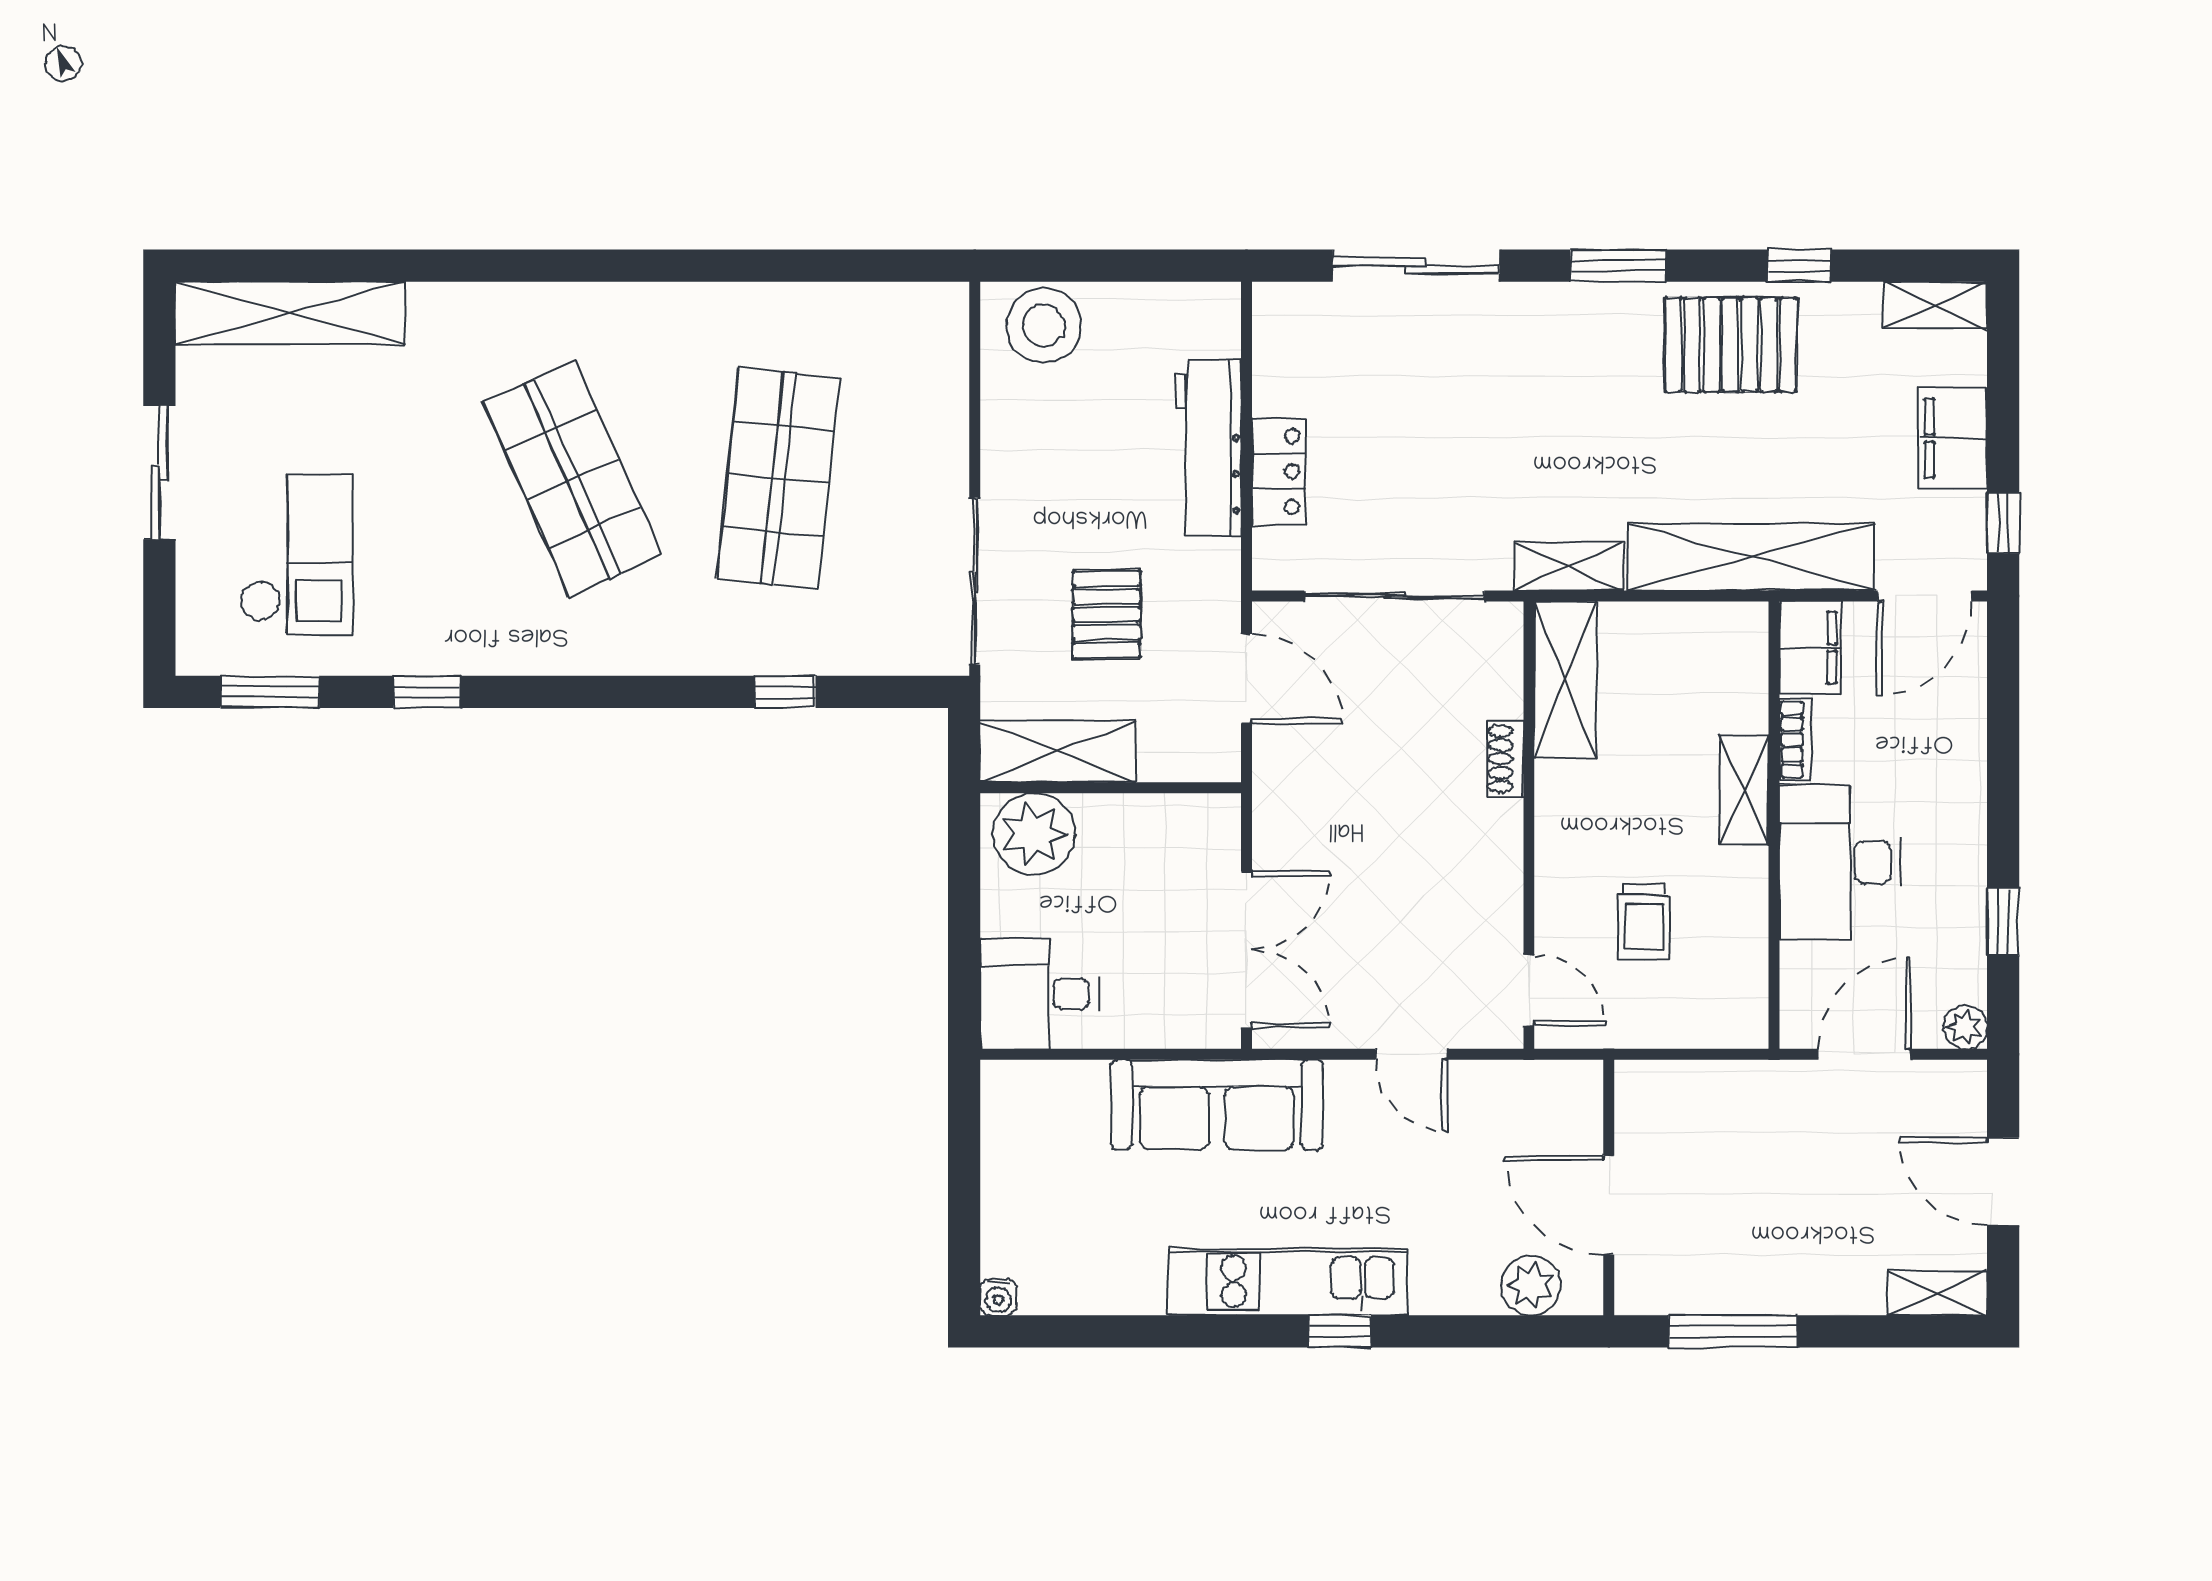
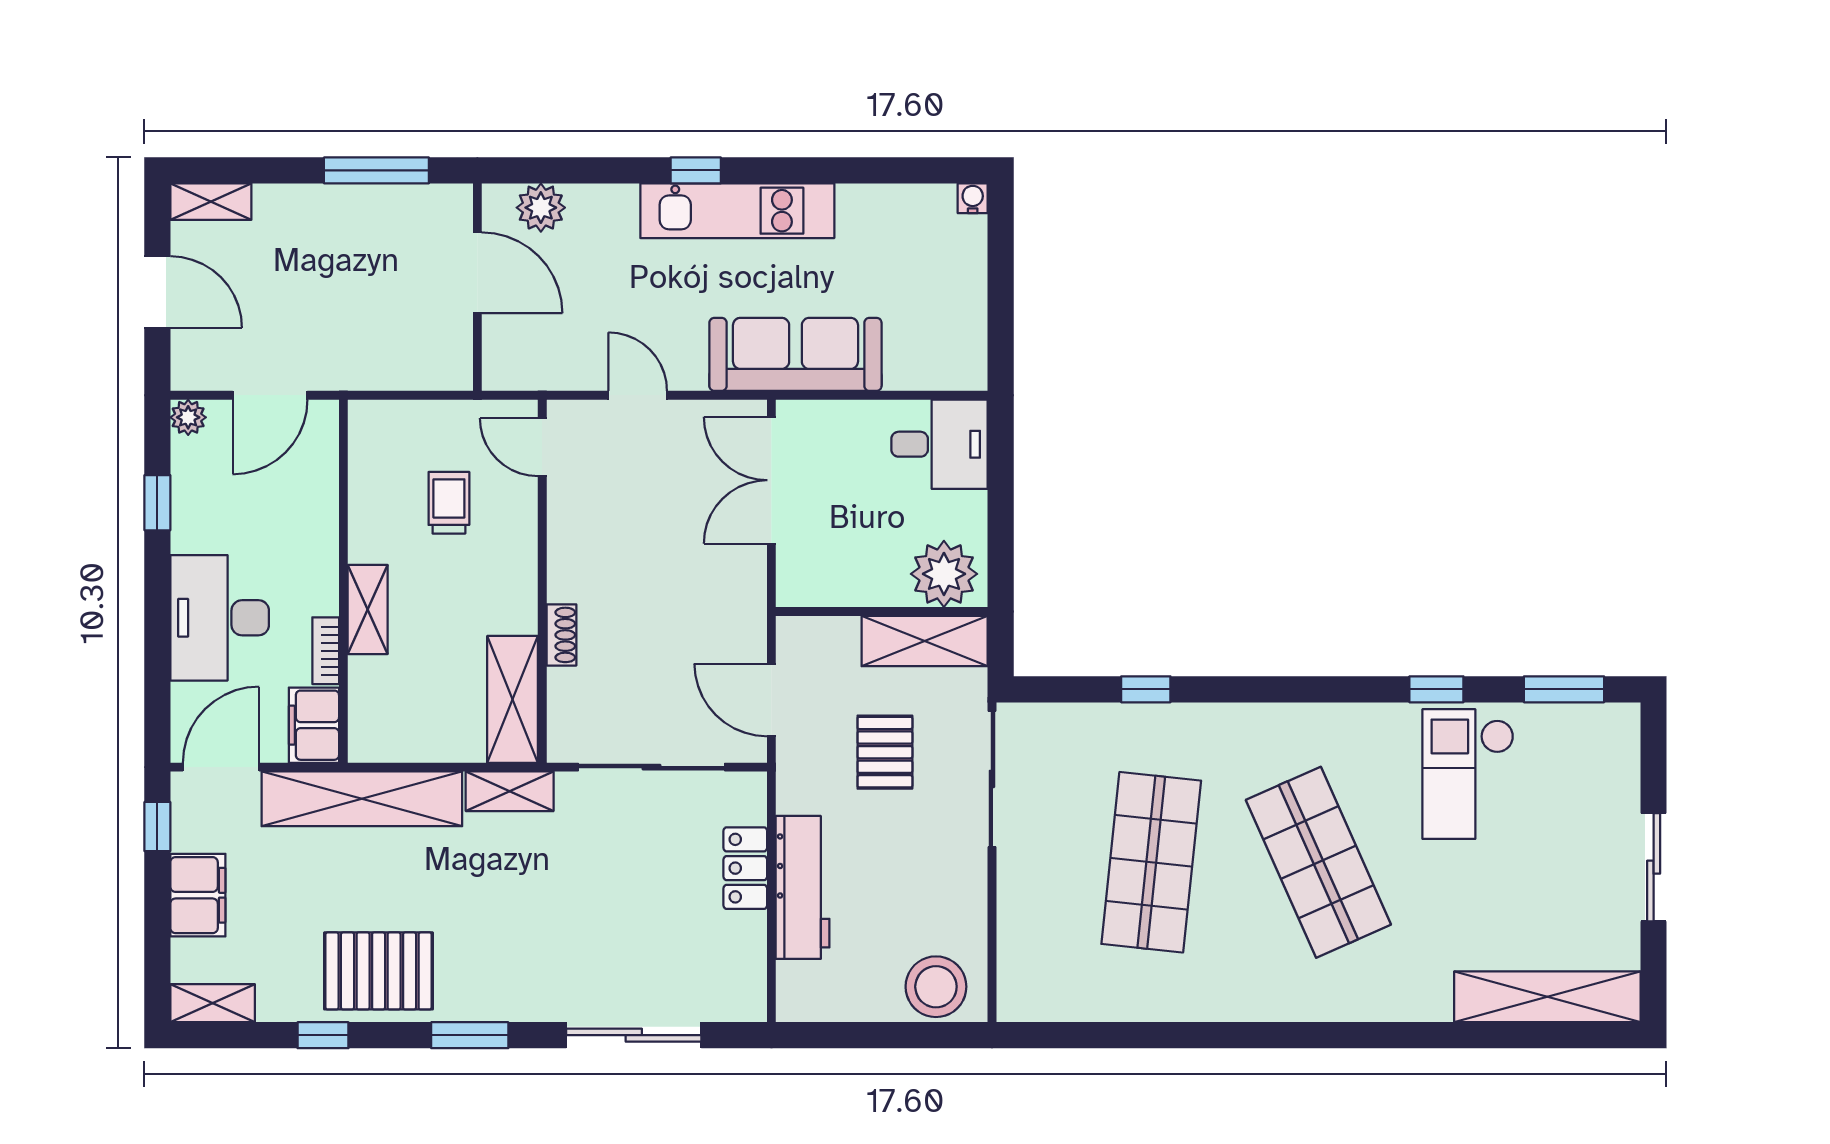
checkout: (296, 555) -> (1468, 774), moved
desk: (1840, 862) -> (220, 618), moved, turned 180

